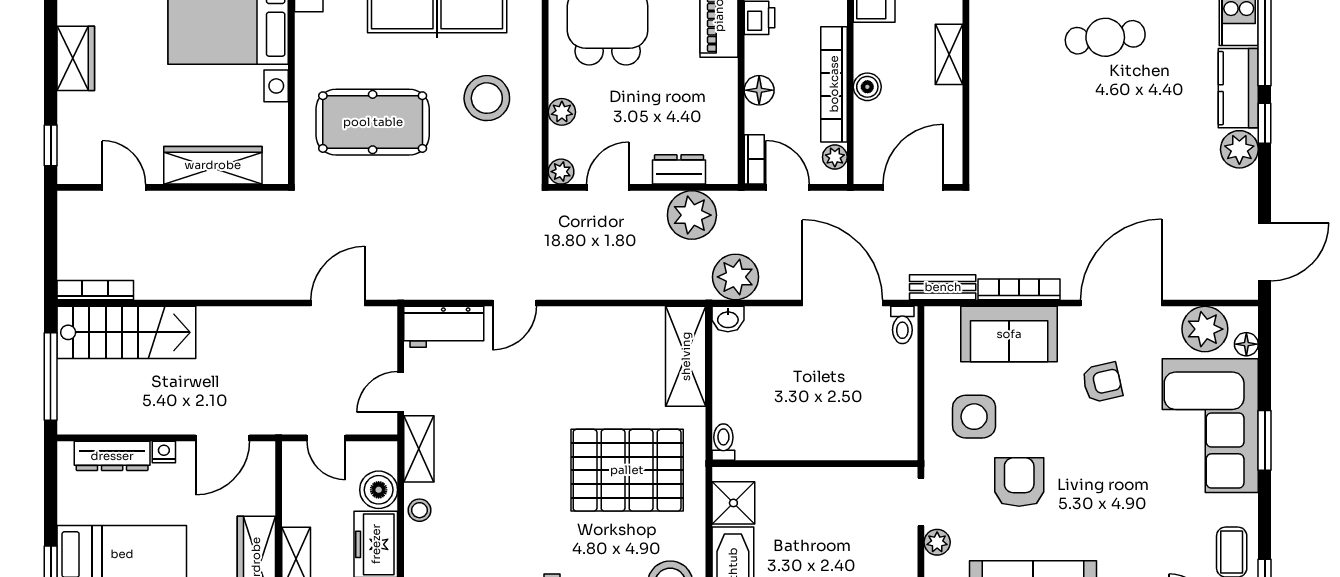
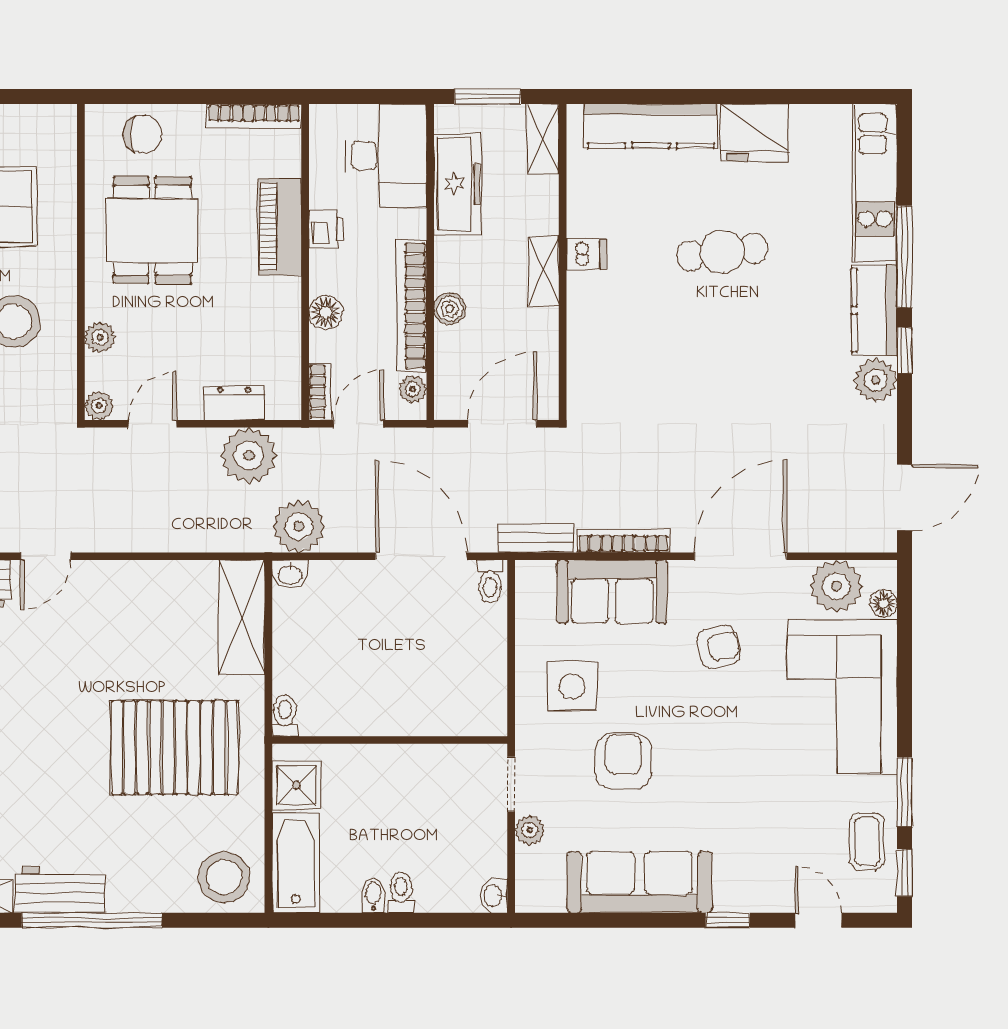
dishwasher: (986, 39) -> (586, 254), added
door: (788, 187) -> (358, 424), hinge flipped
window: (1265, 440) -> (905, 792), moved

